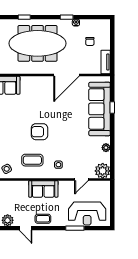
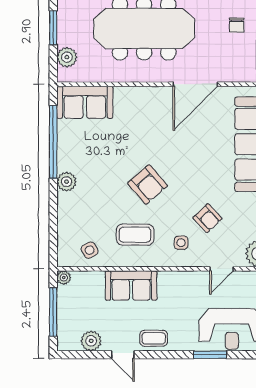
armchair: (39, 132) -> (148, 184), turned -131
armchair: (73, 151) -> (207, 218), added
sofa: (43, 189) -> (131, 285), moved

